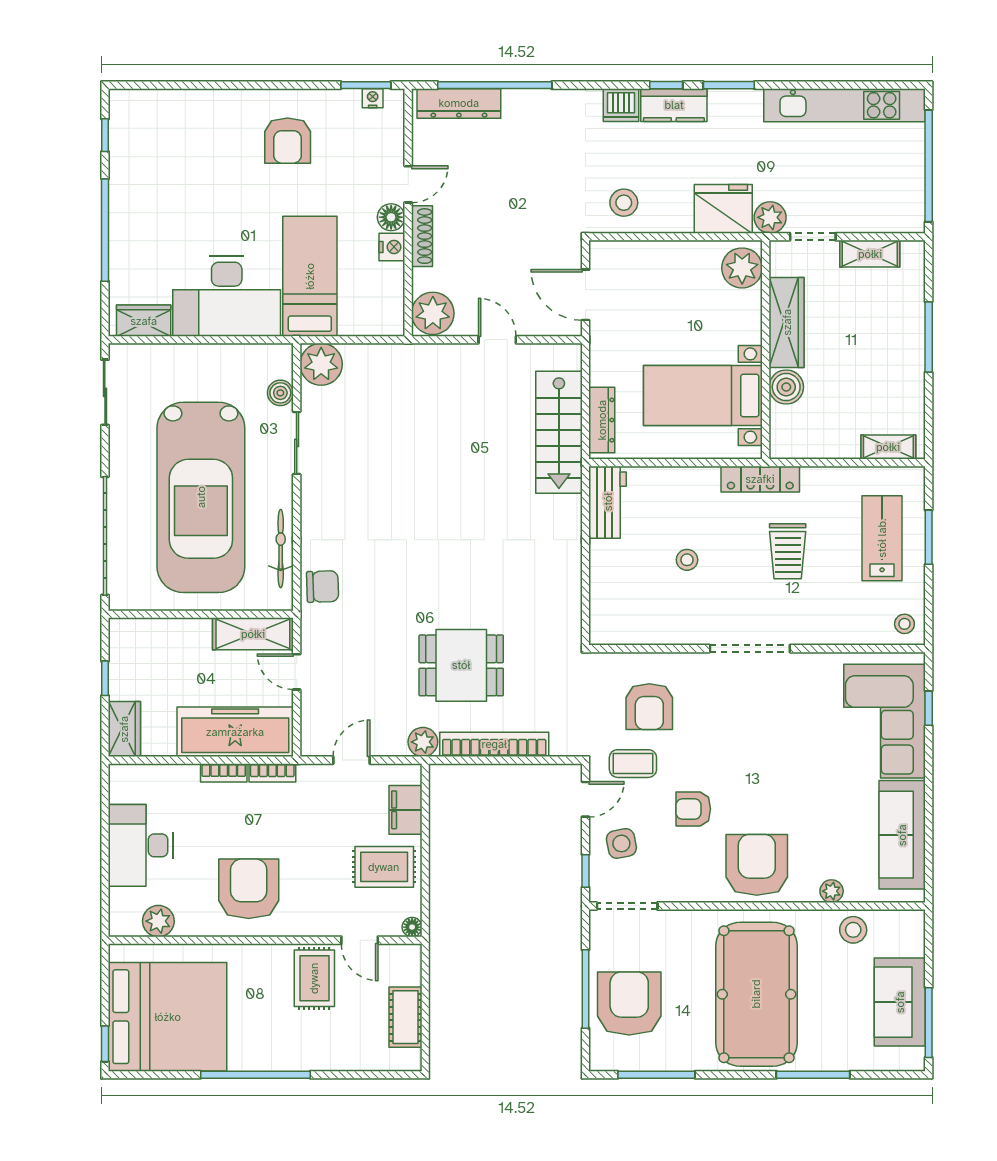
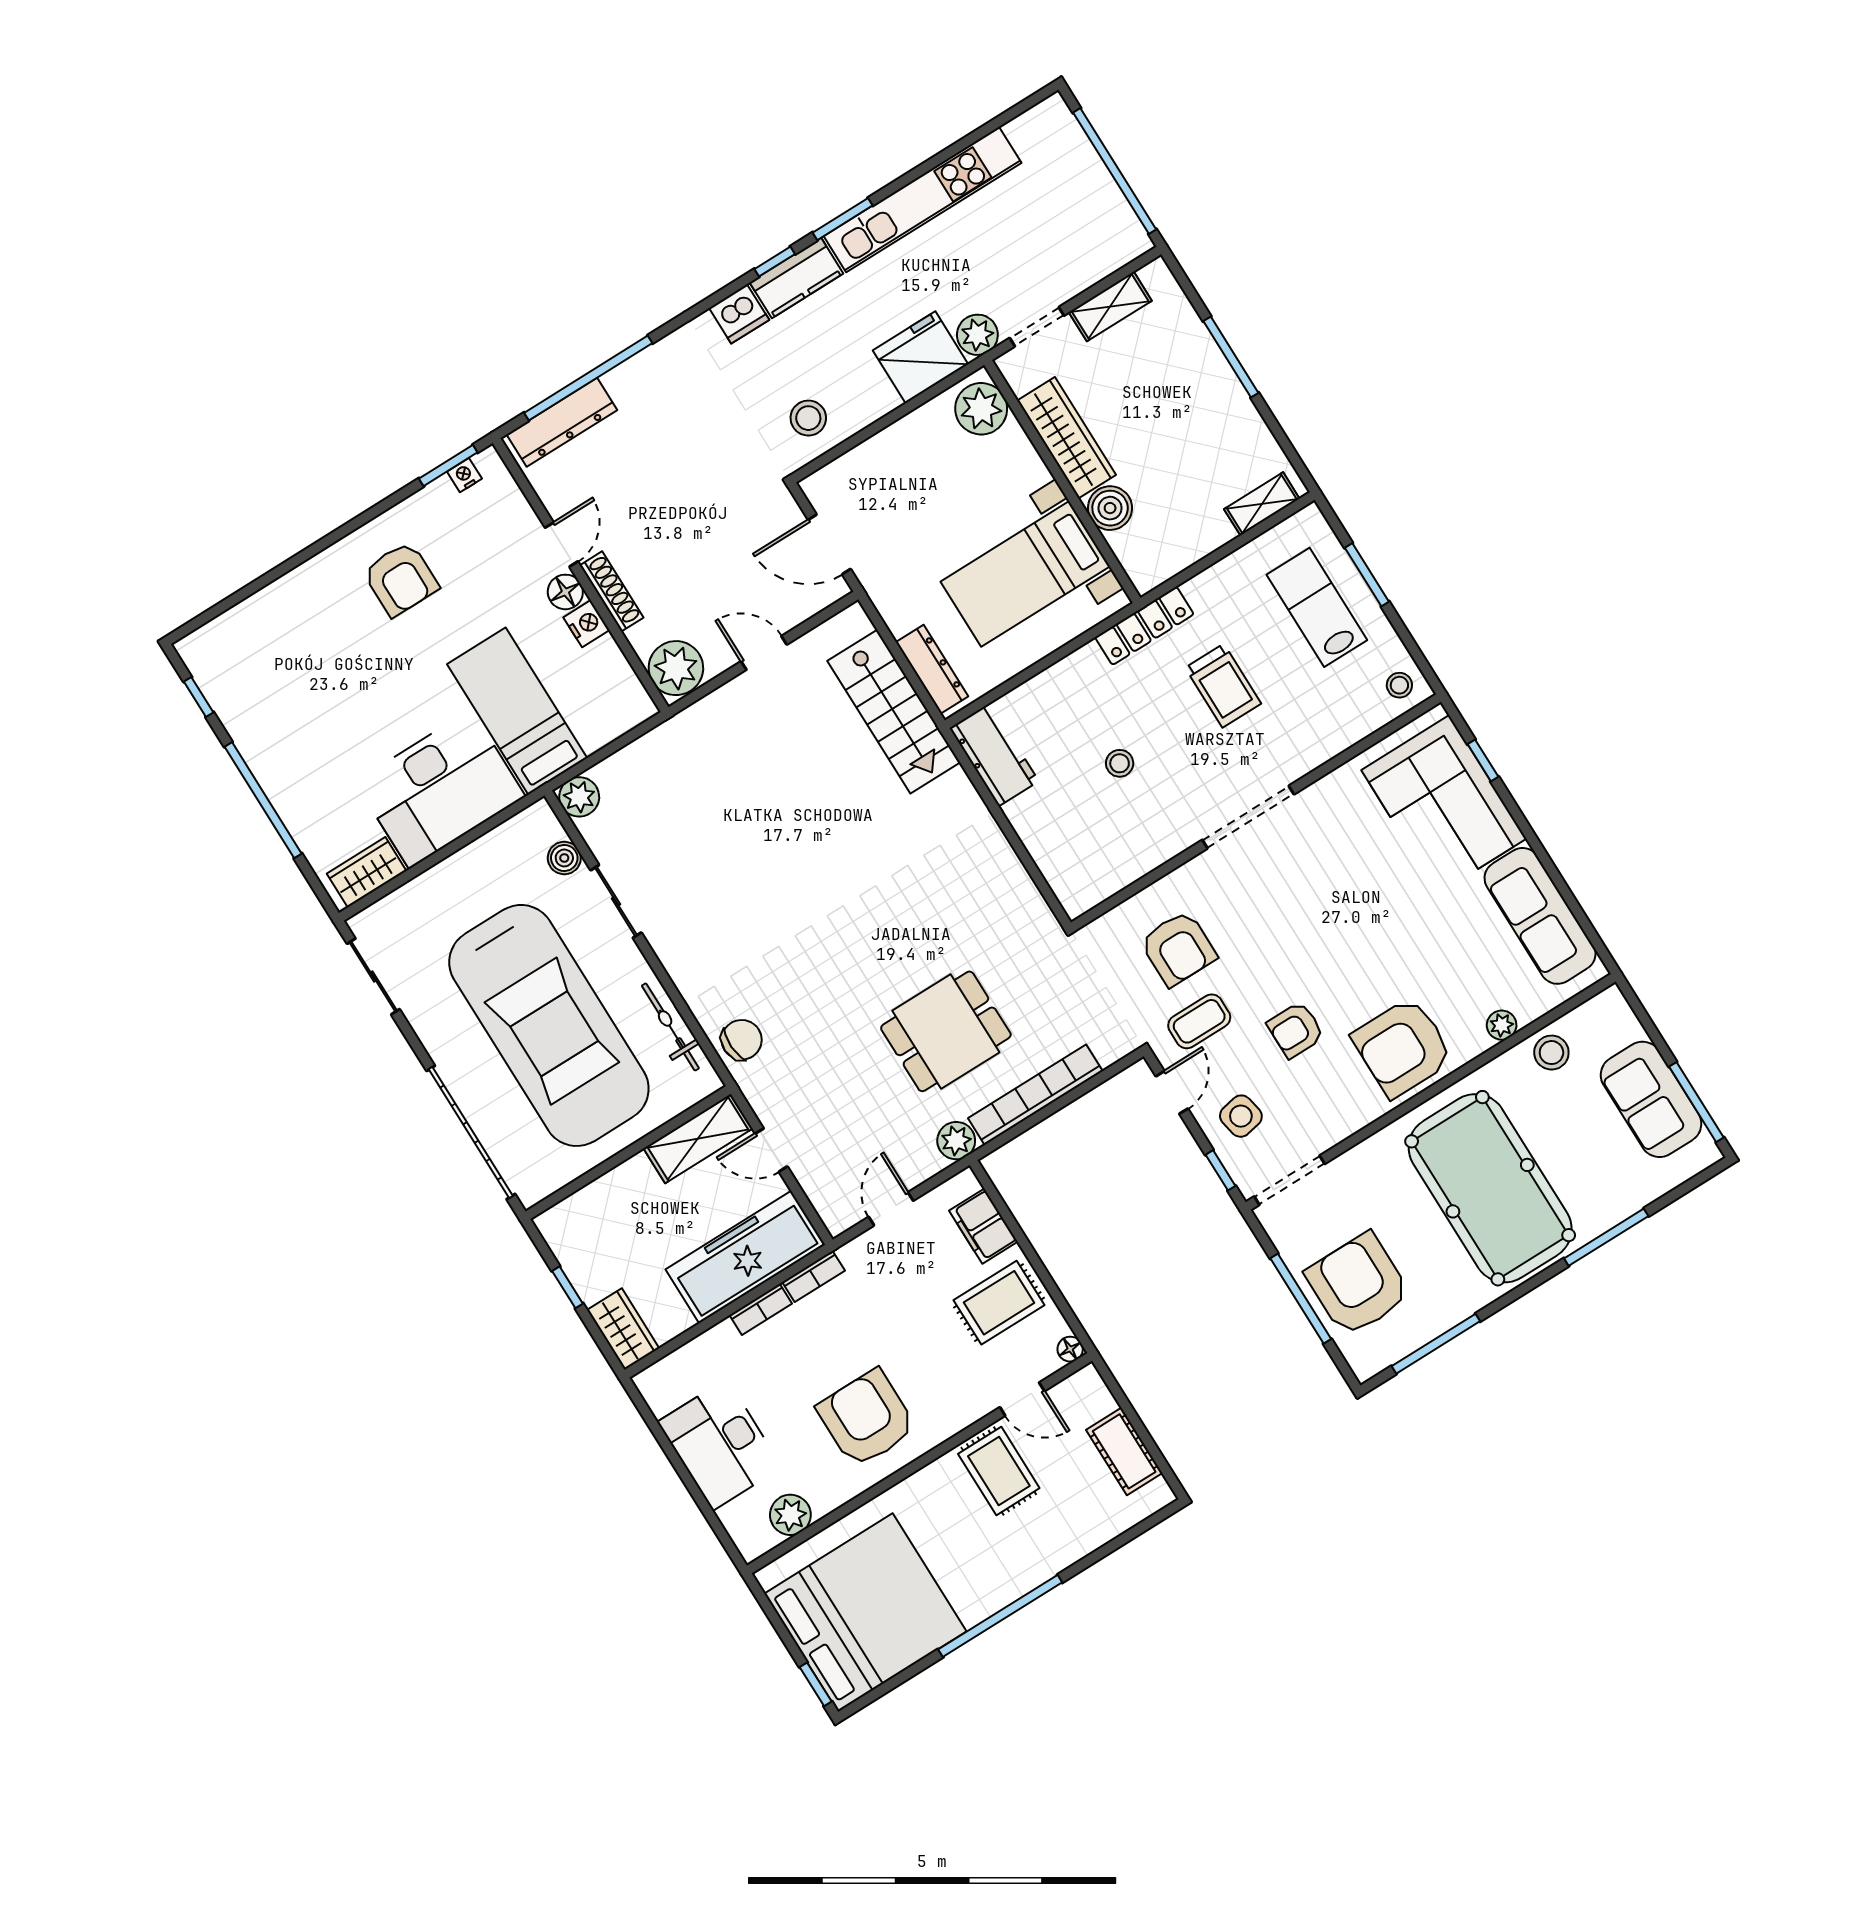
kitchen unit: (845, 105) -> (923, 200), moved
plant: (321, 364) -> (579, 797), width x0.73, depth x0.73
armchair: (757, 865) -> (1403, 1047), turned -90

